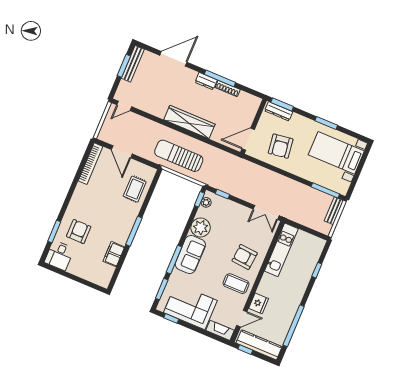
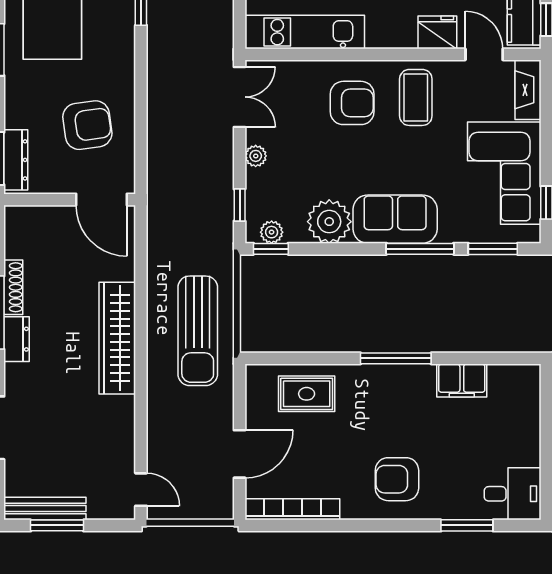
plant: (240, 209) -> (256, 156), added
armchair: (79, 232) -> (397, 479), moved
armchair: (245, 257) -> (352, 103), turned -95

